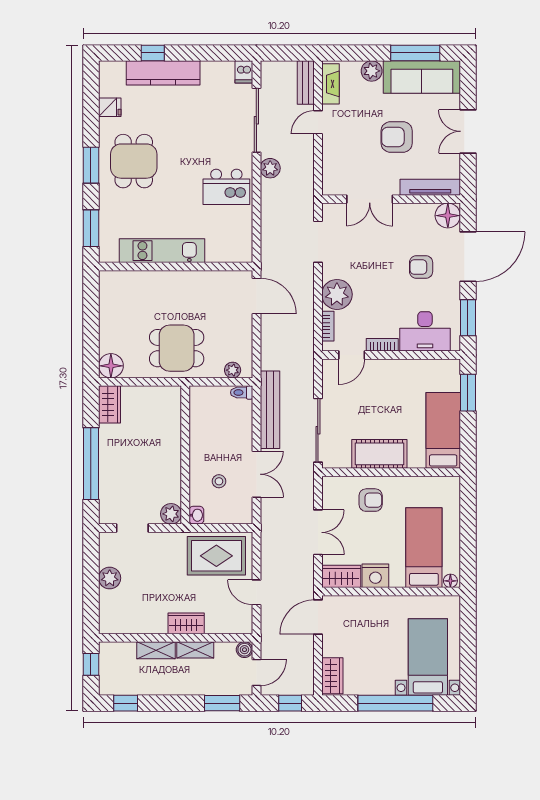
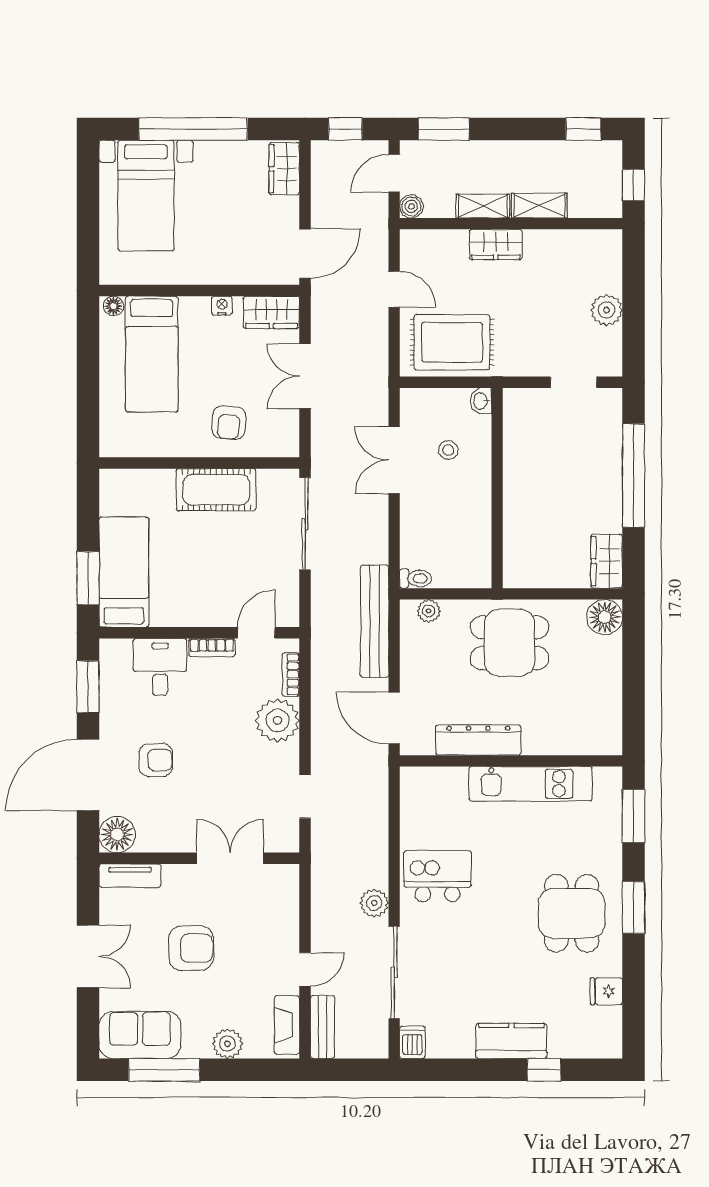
kitchen counter: (163, 73) -> (511, 1041), width x0.67
sofa: (422, 77) -> (140, 1035), width x0.73
tv unit: (430, 187) -> (130, 876), width x0.71
doorway: (318, 242) -> (305, 797), width x0.73
dresser: (198, 281) -> (478, 740), added
desk: (425, 331) -> (160, 667), width x0.73
bench: (270, 410) -> (375, 621), moved
bed: (443, 430) -> (124, 572), moved, turned 180
armchair: (371, 500) -> (229, 423), turned -85
plant: (171, 514) -> (518, 403), removed
nightstand: (375, 576) -> (222, 306), width x0.53, depth x0.56

